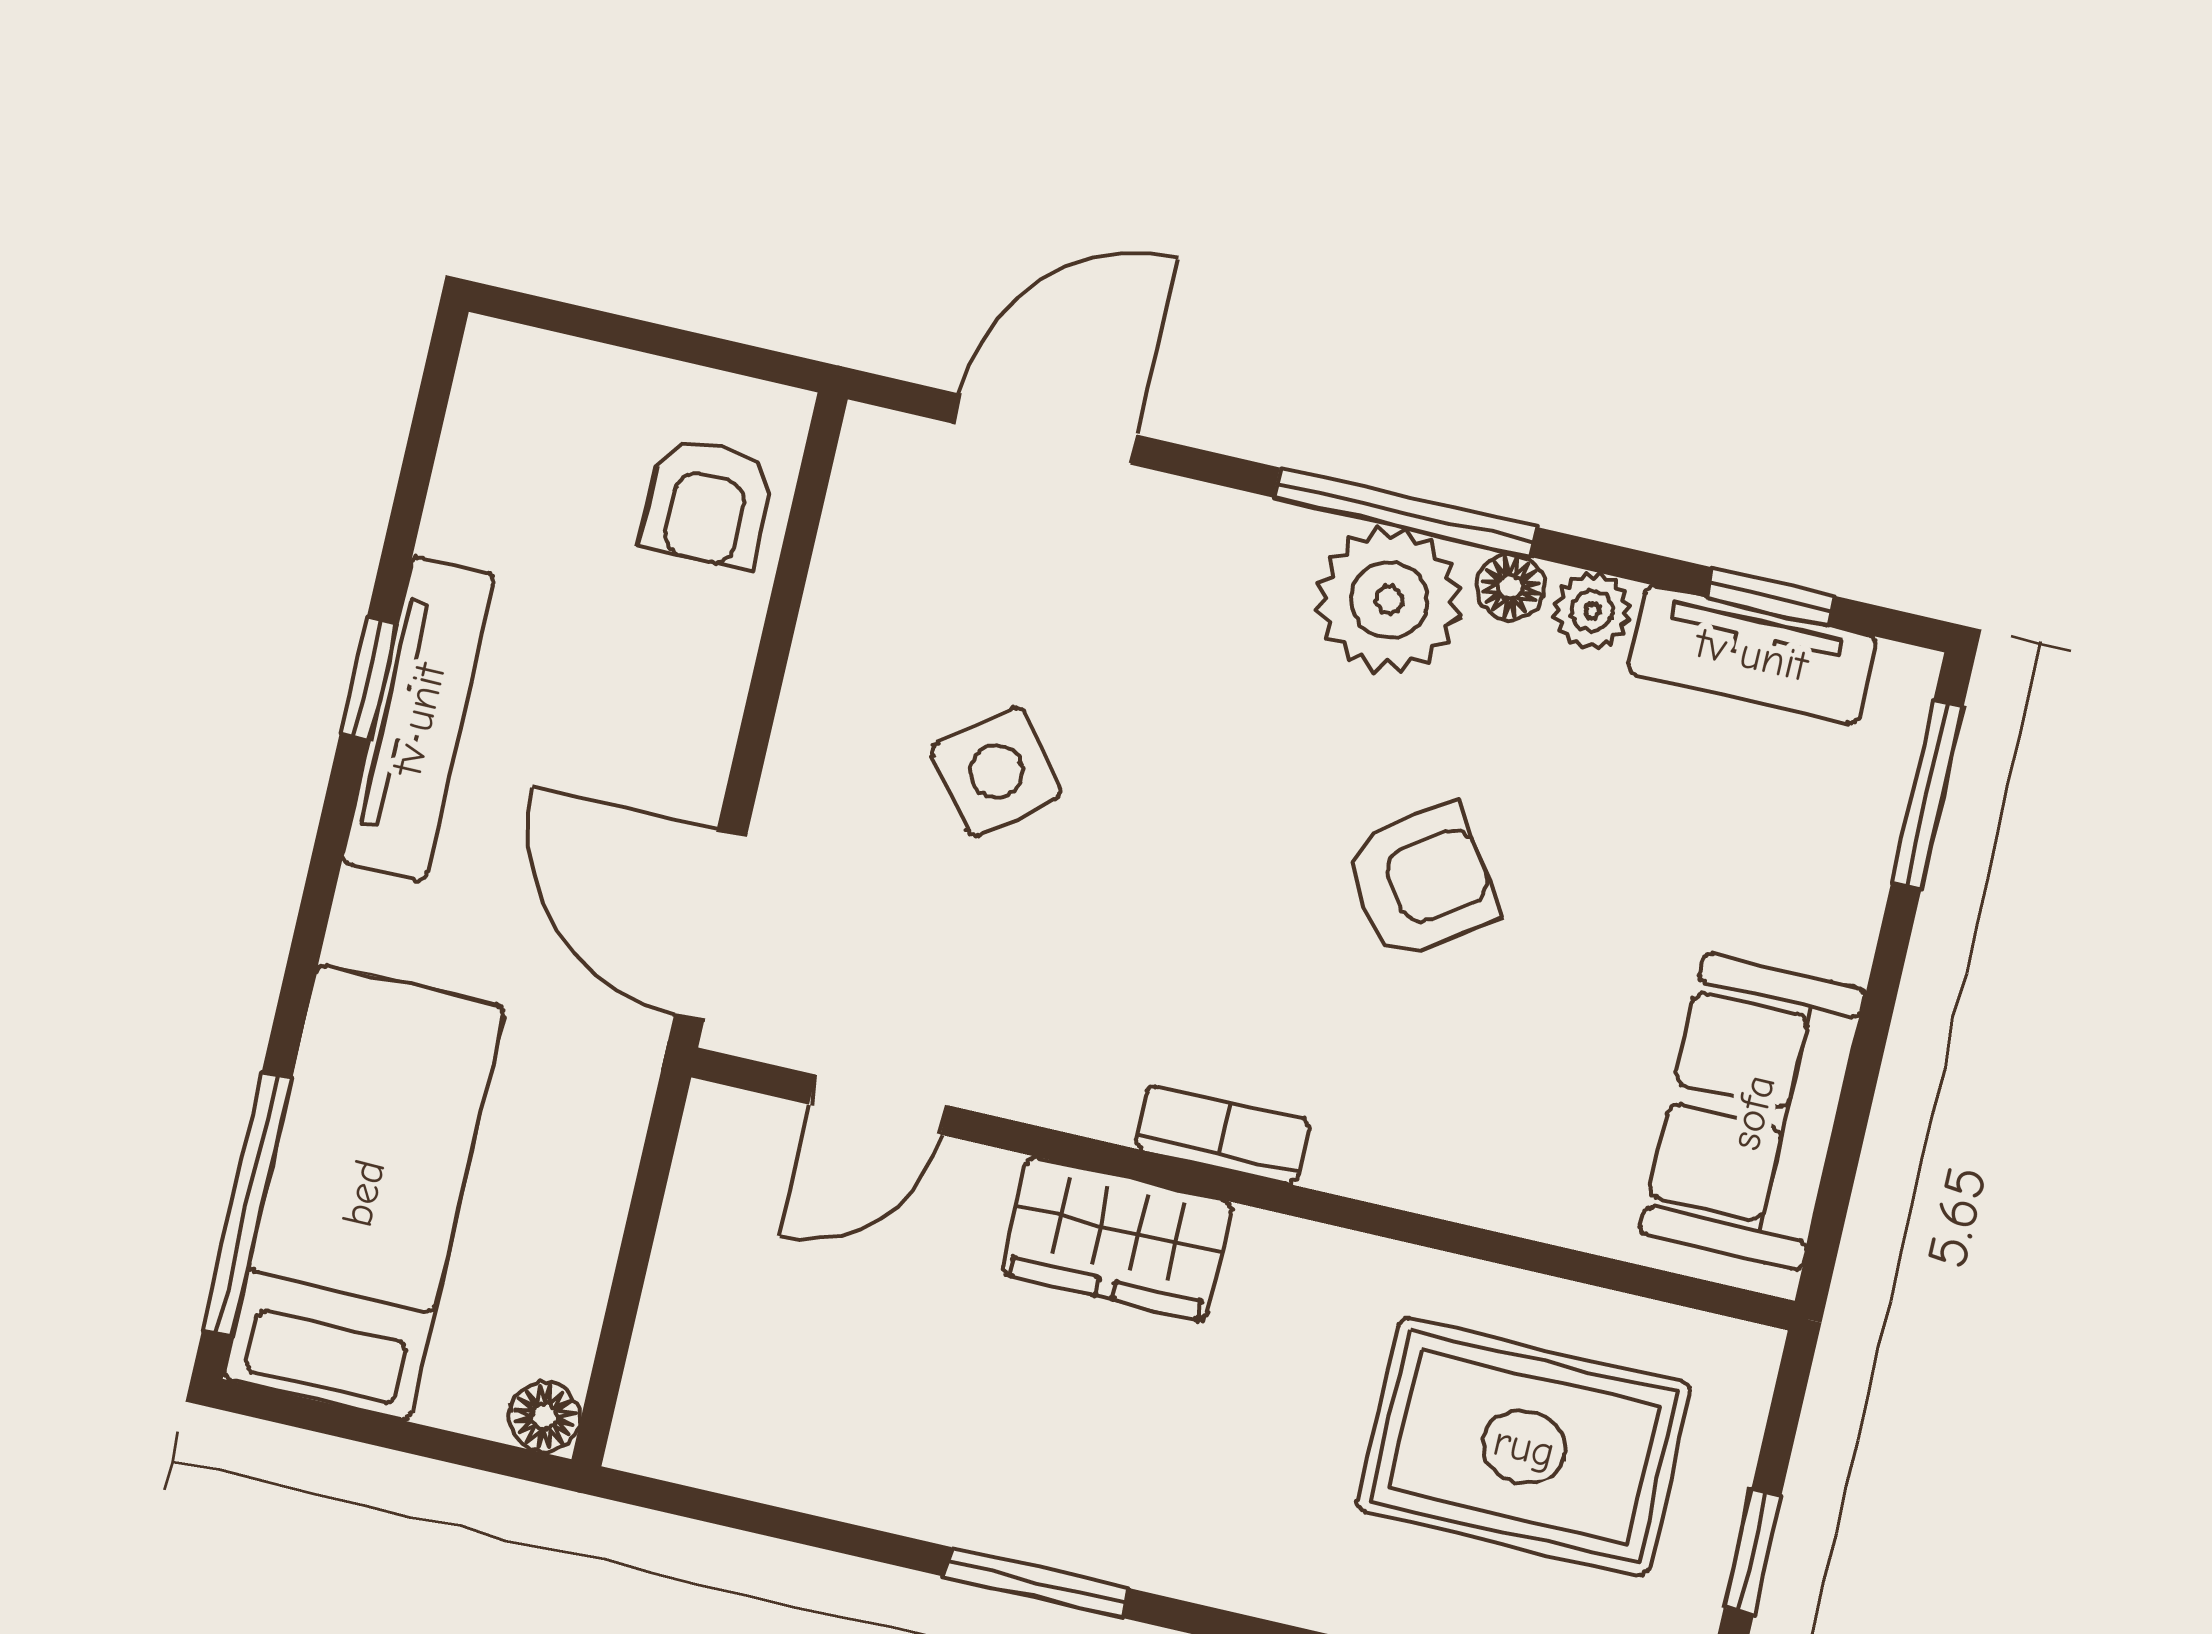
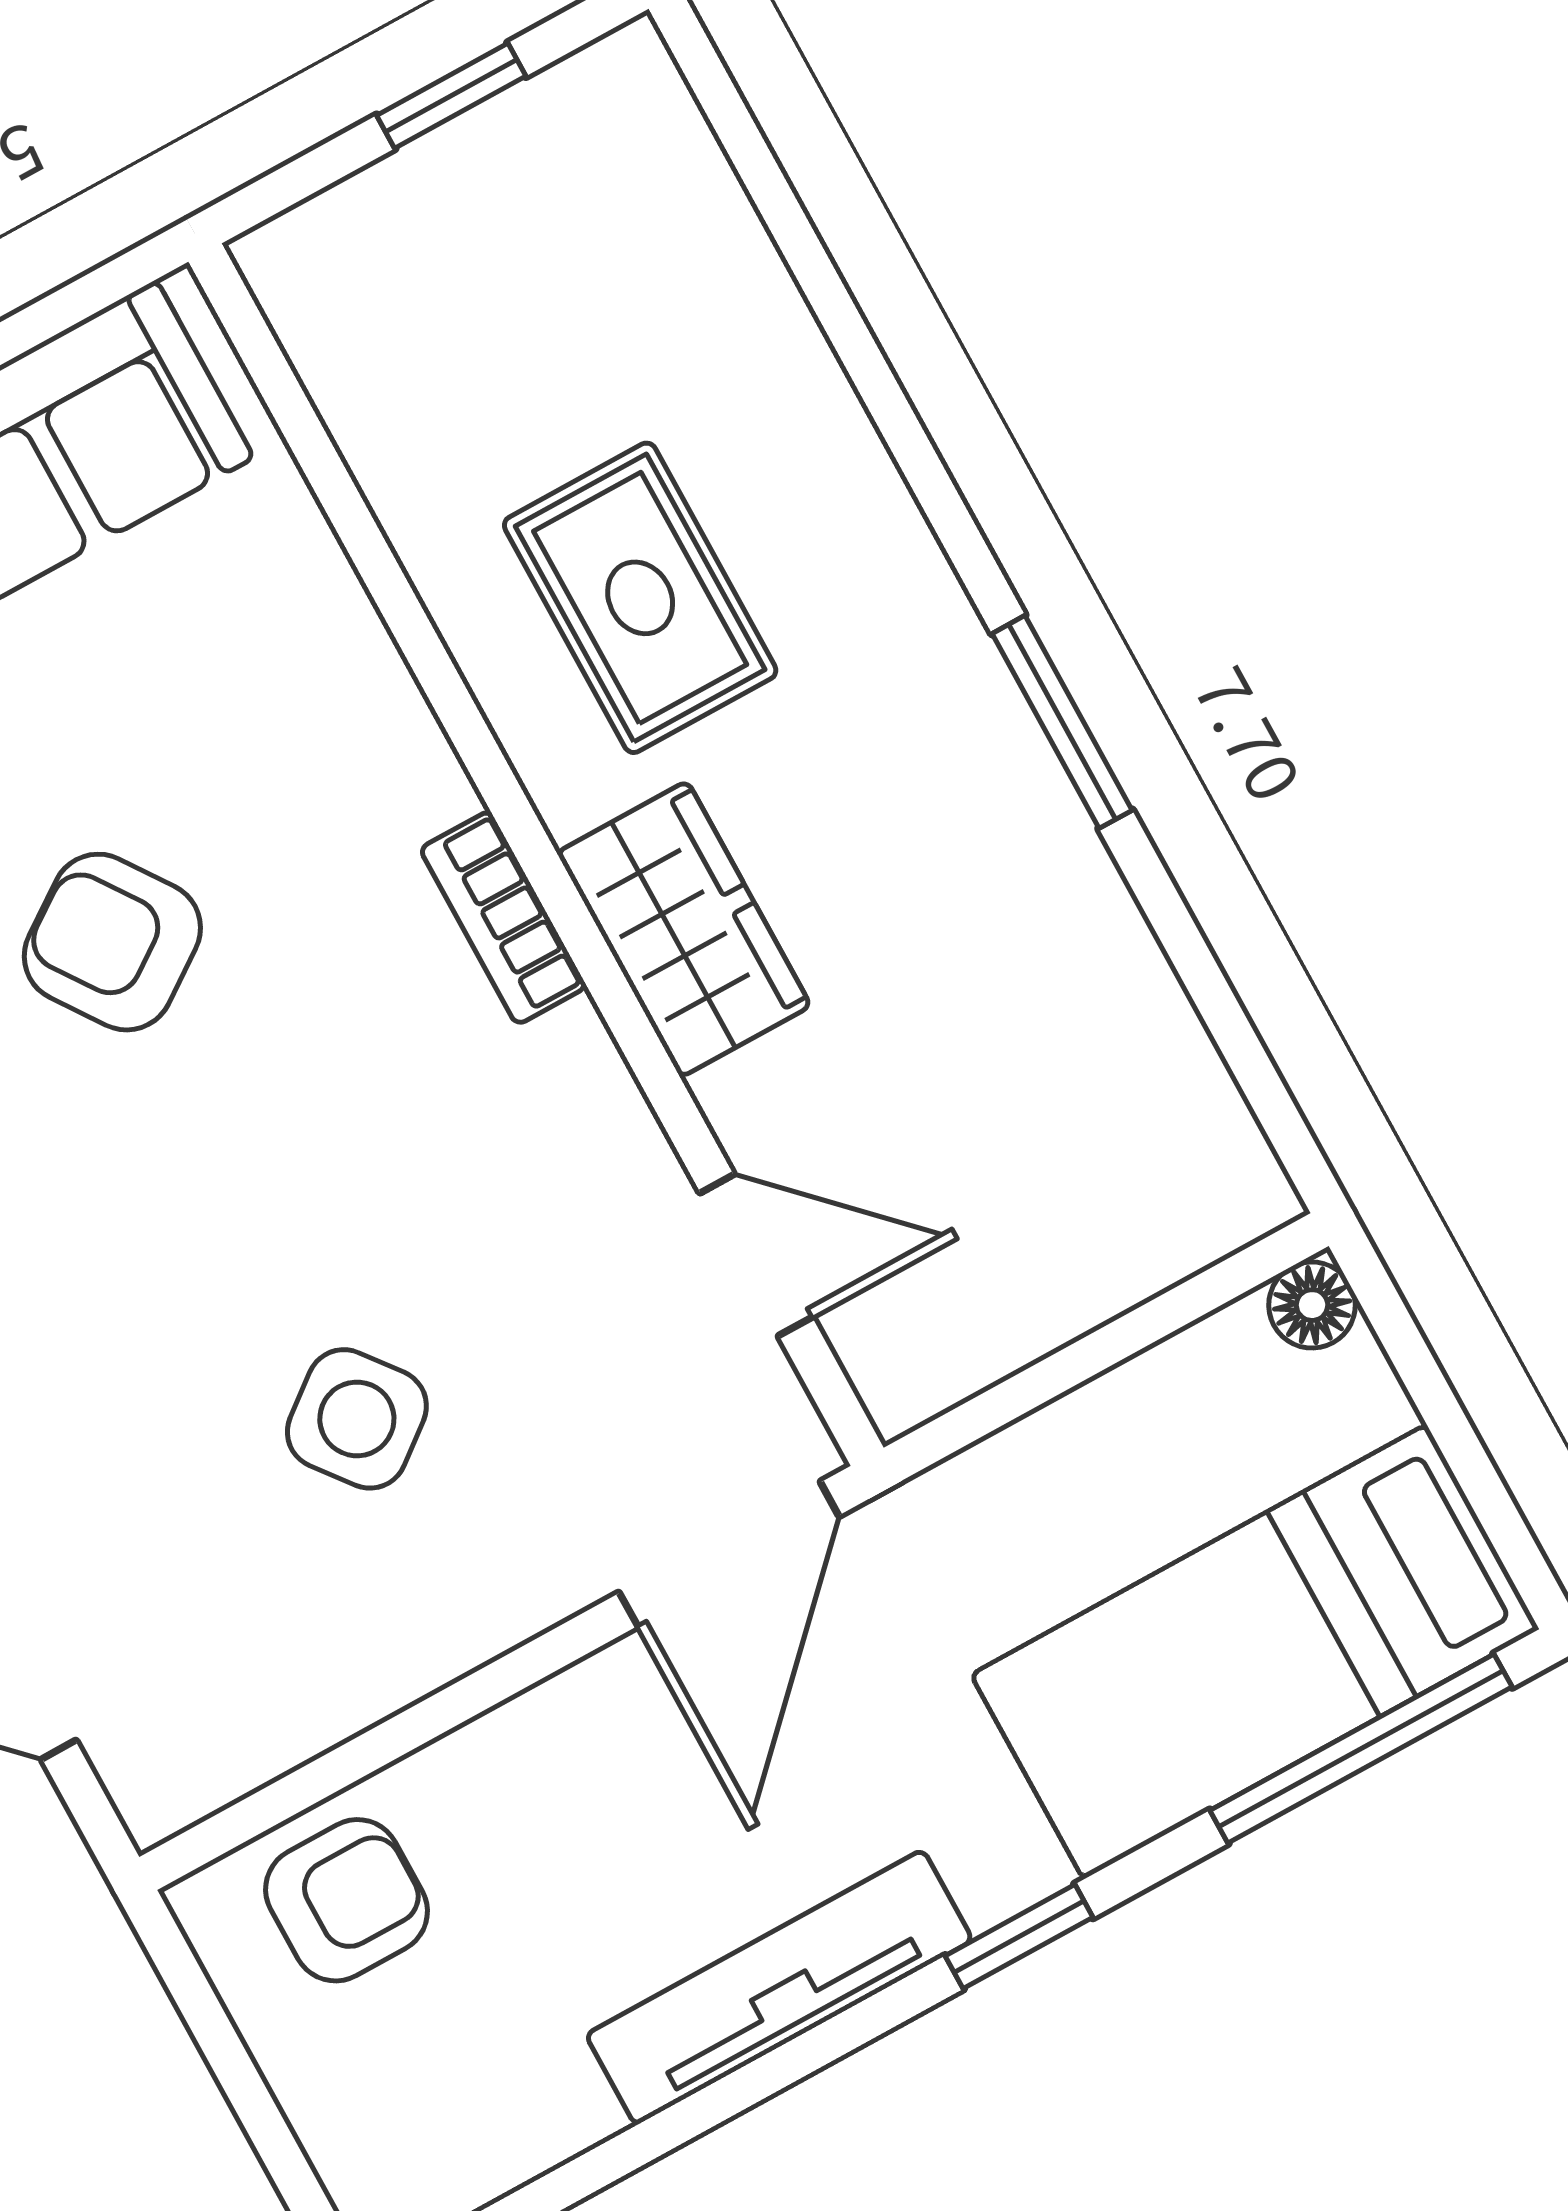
window: (368, 679) -> (1019, 1937), moved
rug: (1524, 1447) -> (640, 598), moved, width x0.73, depth x0.70

